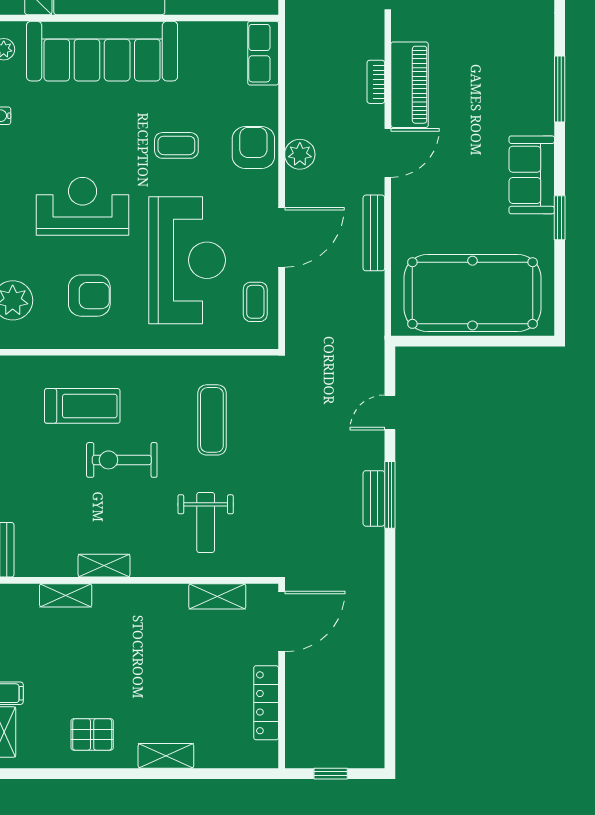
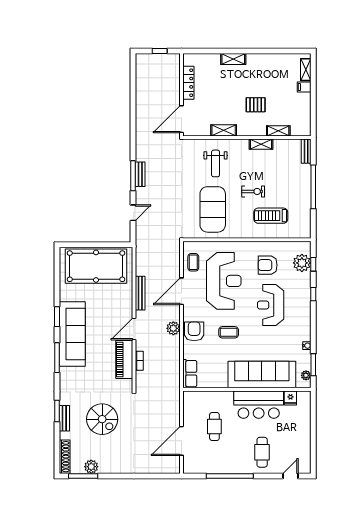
armchair: (253, 147) -> (194, 331), turned 180
sofa: (532, 175) -> (72, 334), width x1.85, depth x1.27
reception desk: (83, 206) -> (271, 305), turned 90
window: (560, 218) -> (57, 317), moved
reception desk: (187, 260) -> (224, 281), turned 180
exercise mat: (212, 420) -> (213, 209), width x2.00, depth x1.45
exercise bike: (122, 460) -> (253, 191), width x0.73, depth x0.72
weight bench: (206, 522) -> (216, 163), turned 180
shelving: (217, 596) -> (224, 130), moved
pallet: (92, 734) -> (256, 105), moved

